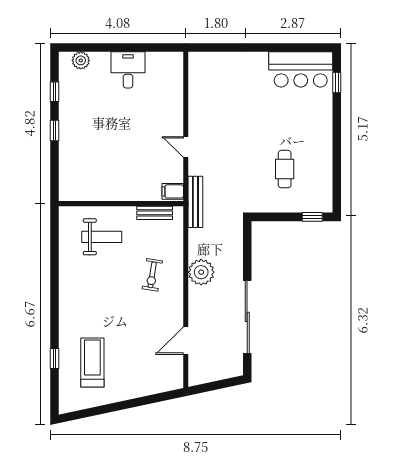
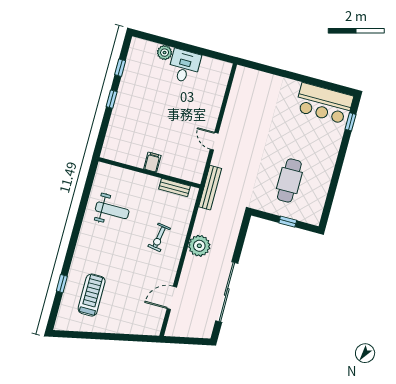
plant: (81, 60) -> (165, 53), moved
cafe table: (285, 169) -> (289, 181), width x1.37, depth x1.35
filing cabinet: (173, 191) -> (152, 162), moved, turned 90
window: (312, 217) -> (288, 222), moved
weight bench: (102, 237) -> (112, 210), moved

